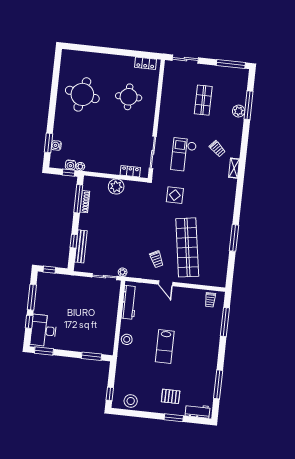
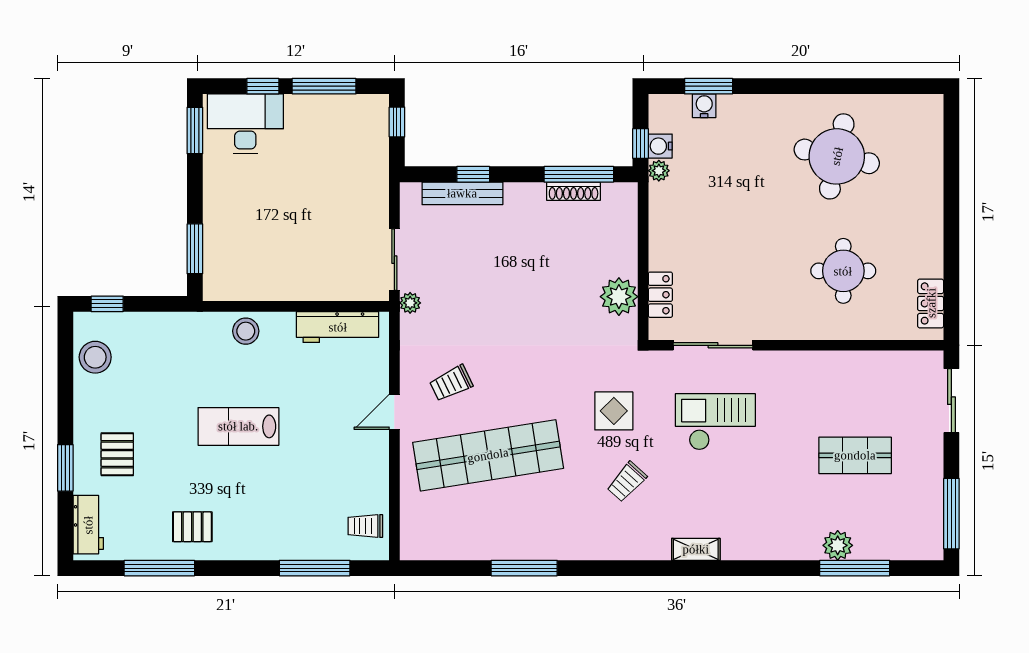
trolley: (217, 149) -> (627, 482), moved
plant: (116, 187) -> (619, 297), moved
pallet: (203, 369) -> (192, 527), added

